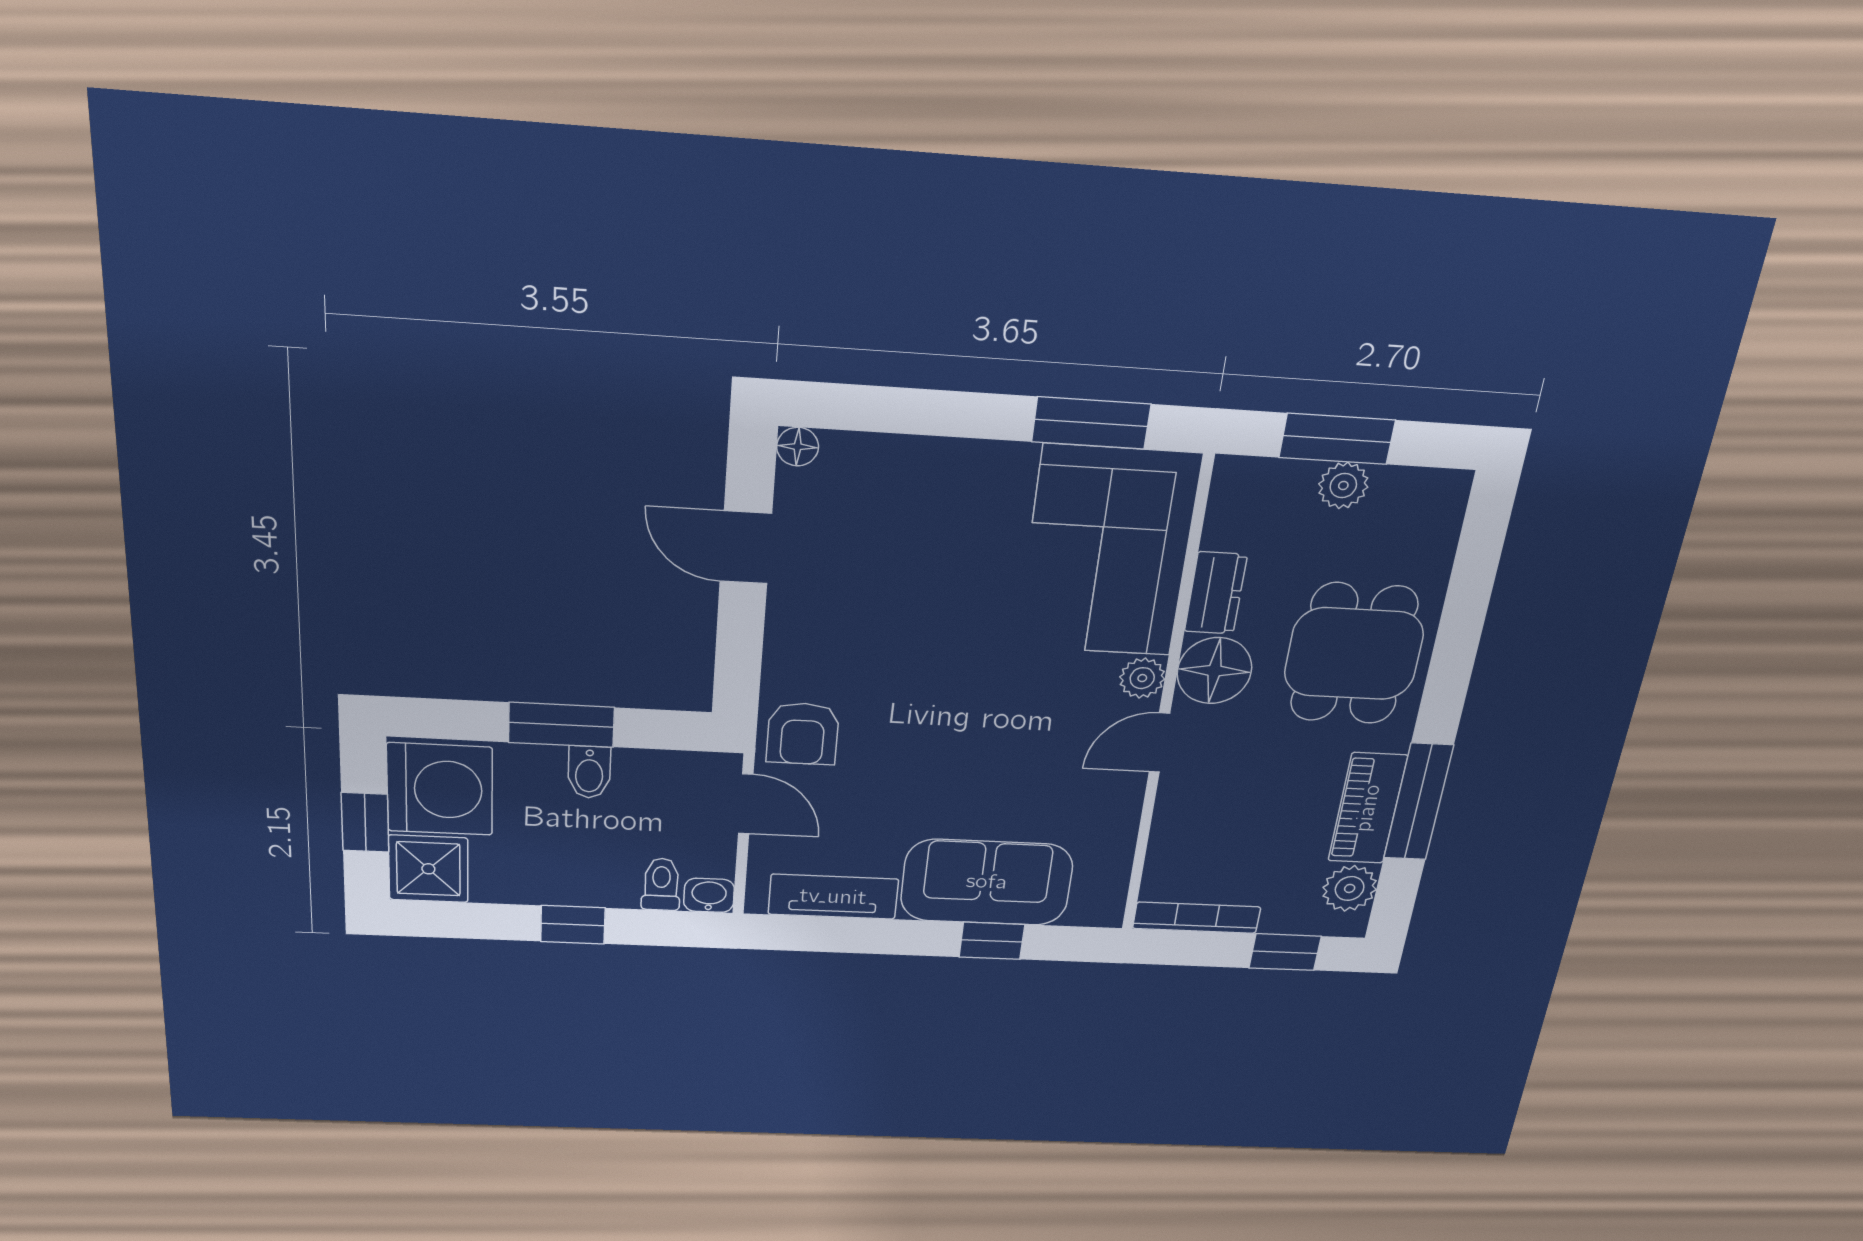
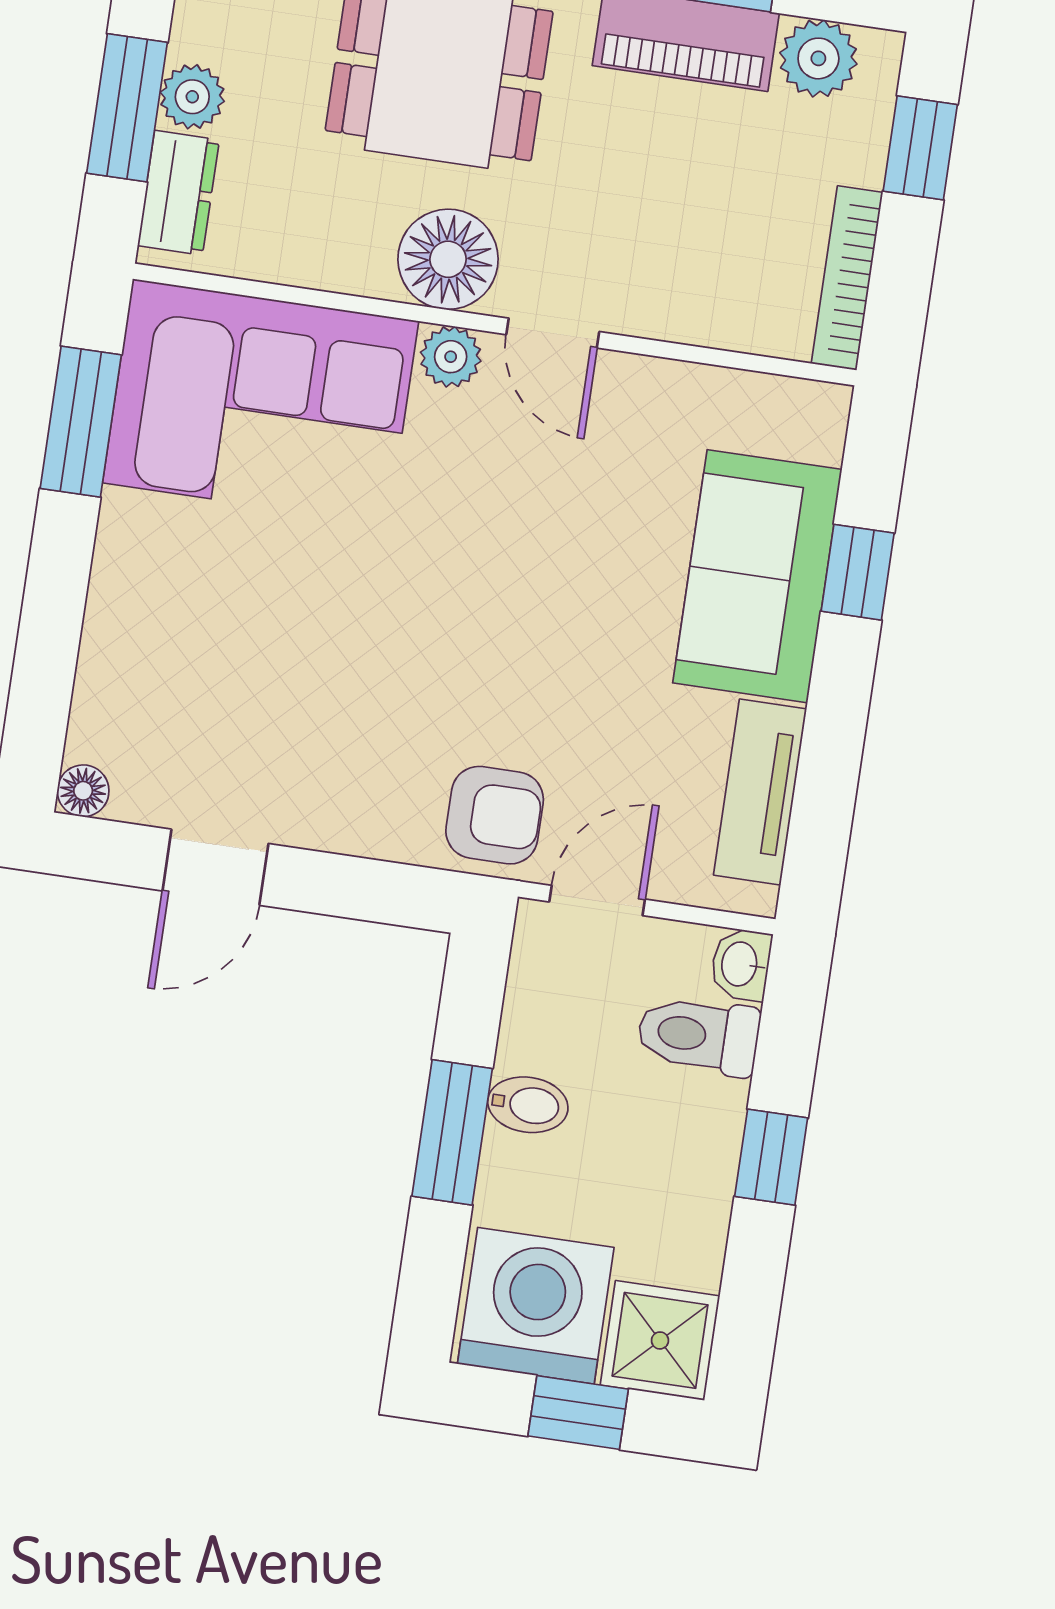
dresser: (1216, 593) -> (178, 193), moved, turned 90
toilet: (661, 884) -> (698, 1035), width x1.37, depth x1.39

